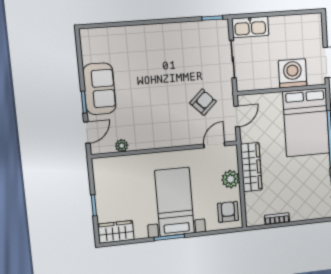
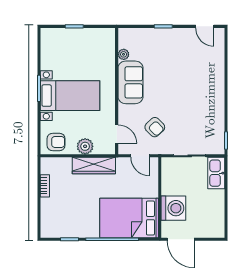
sofa: (99, 89) -> (130, 82), moved, turned -90
door: (87, 133) -> (205, 26), moved
wardrobe: (116, 232) -> (49, 43), removed

